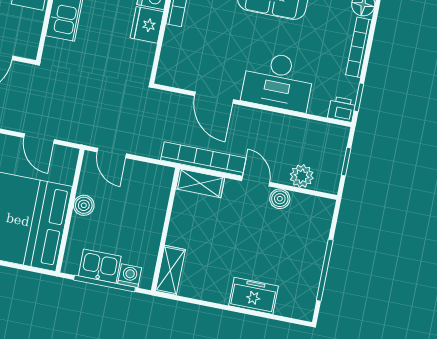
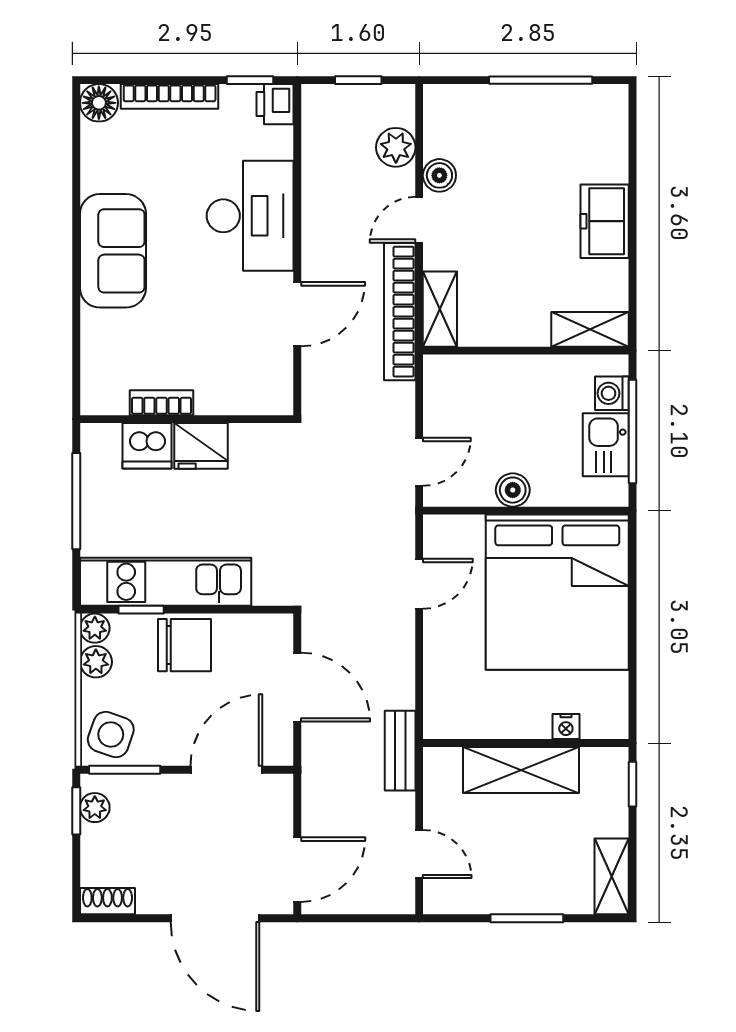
freezer: (254, 296) -> (605, 221), moved

